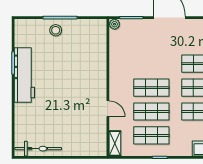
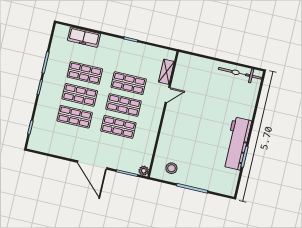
stool: (56, 30) -> (171, 168), moved
door: (108, 109) -> (168, 95), swing flipped
shop shelf: (151, 135) -> (118, 127), moved
shelving: (115, 143) -> (166, 72), moved

